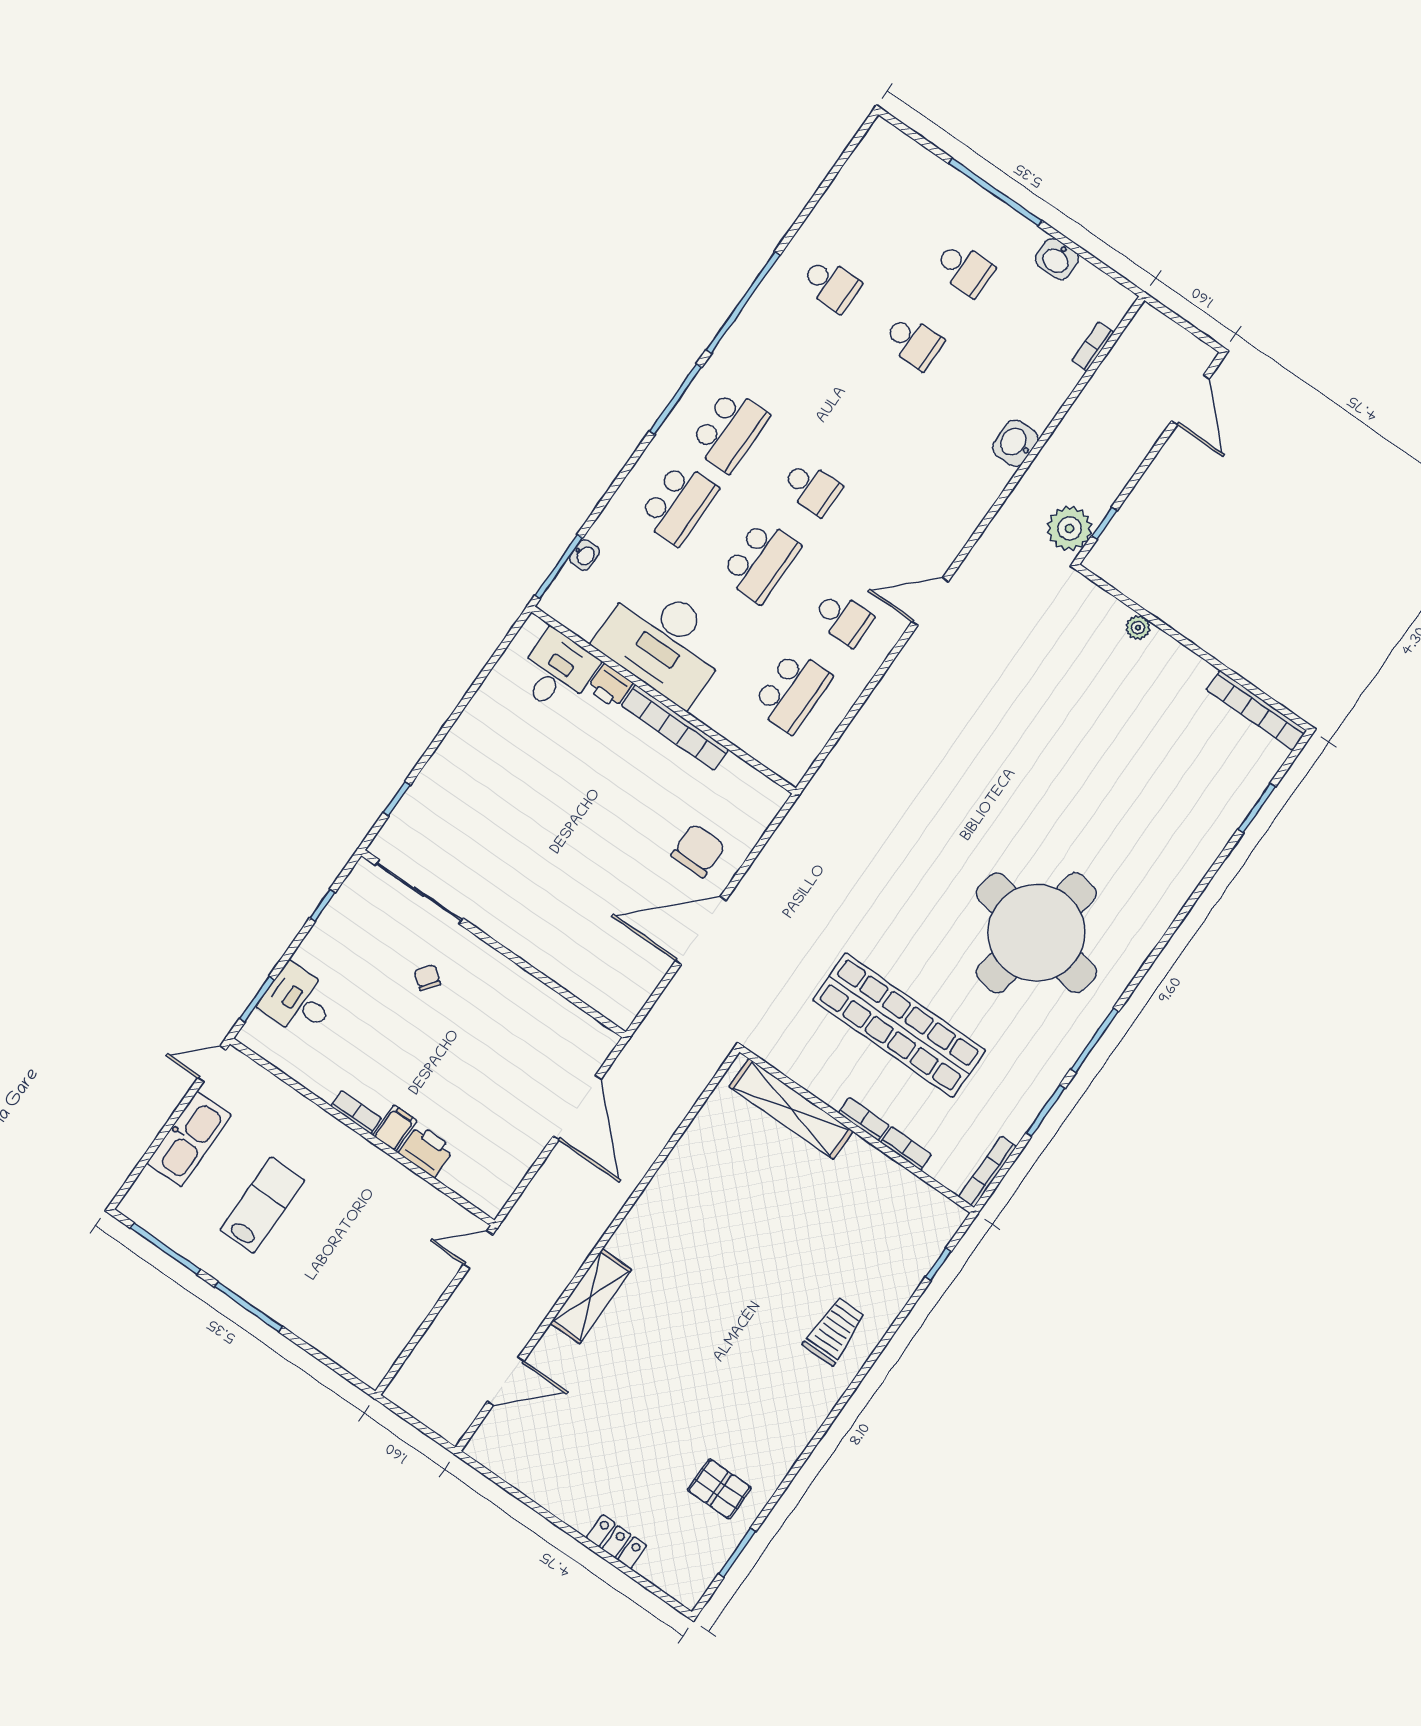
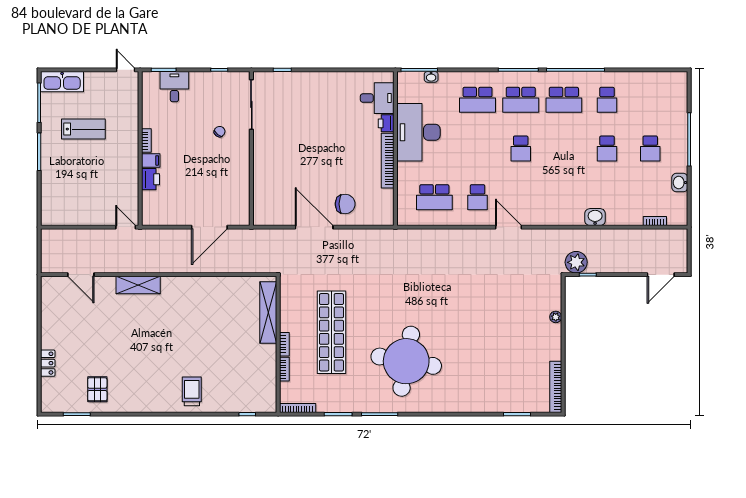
school desk: (761, 561) -> (564, 100), moved
kitchen sink: (189, 1139) -> (62, 82), moved
trolley: (834, 1331) -> (192, 391), turned -90

